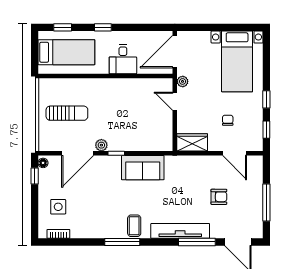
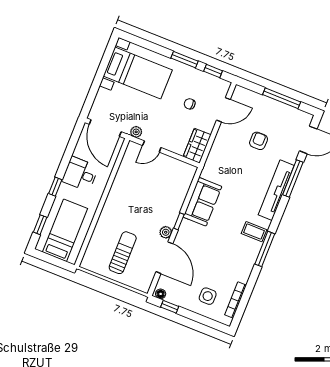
desk: (123, 59) -> (80, 174), moved, turned 180
window: (266, 99) -> (185, 60), width x1.50
bookcase: (58, 234) -> (236, 300), width x1.56

